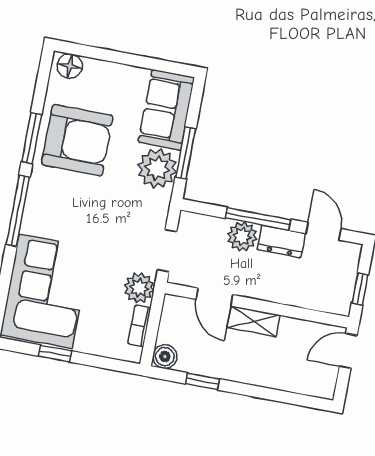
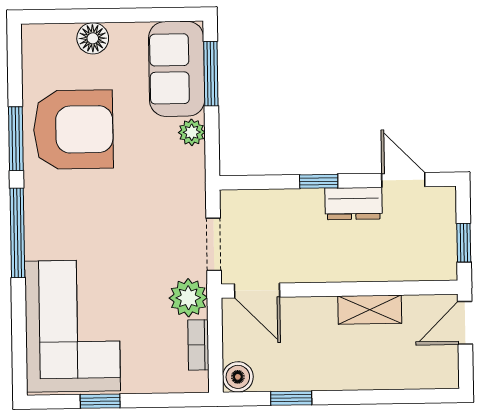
floor lamp: (70, 66) -> (93, 38), moved
window: (186, 153) -> (211, 74), moved
plant: (157, 168) -> (192, 132), width x0.53, depth x0.53
window: (258, 219) -> (319, 181), width x0.46
plant: (242, 236) -> (303, 207), removed
door: (214, 297) -> (257, 290), moved
shelving: (254, 321) -> (370, 310), moved

